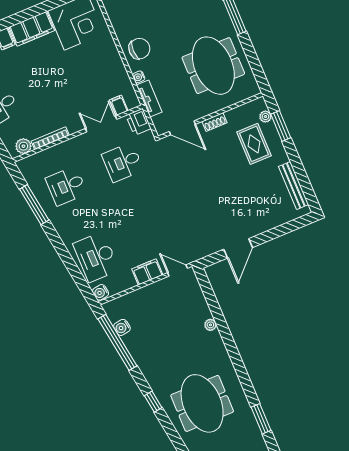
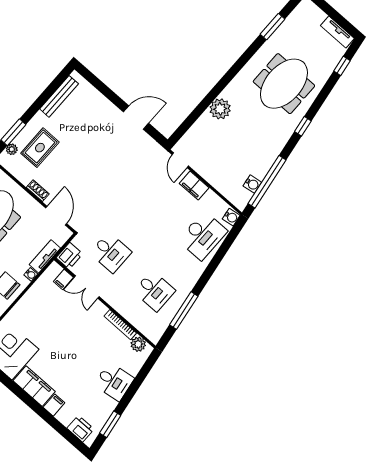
plant: (210, 325) -> (220, 109), width x1.88, depth x1.88

